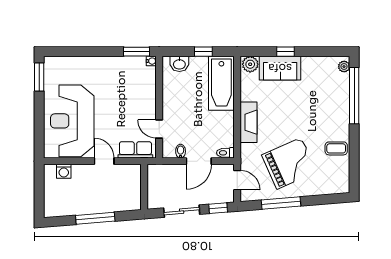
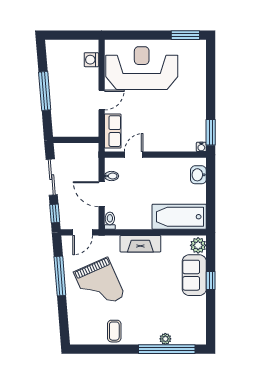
window: (203, 52) -> (211, 199), removed
plant: (344, 67) -> (165, 339), moved

